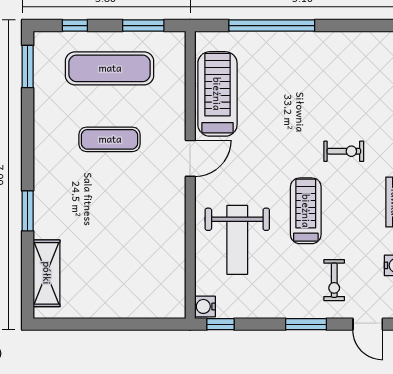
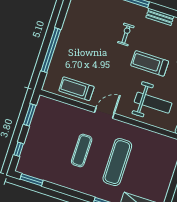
exercise mat: (110, 68) -> (117, 162), moved
treadmill: (217, 94) -> (76, 89), width x0.73, depth x0.73
door: (190, 158) -> (104, 113), hinge flipped

